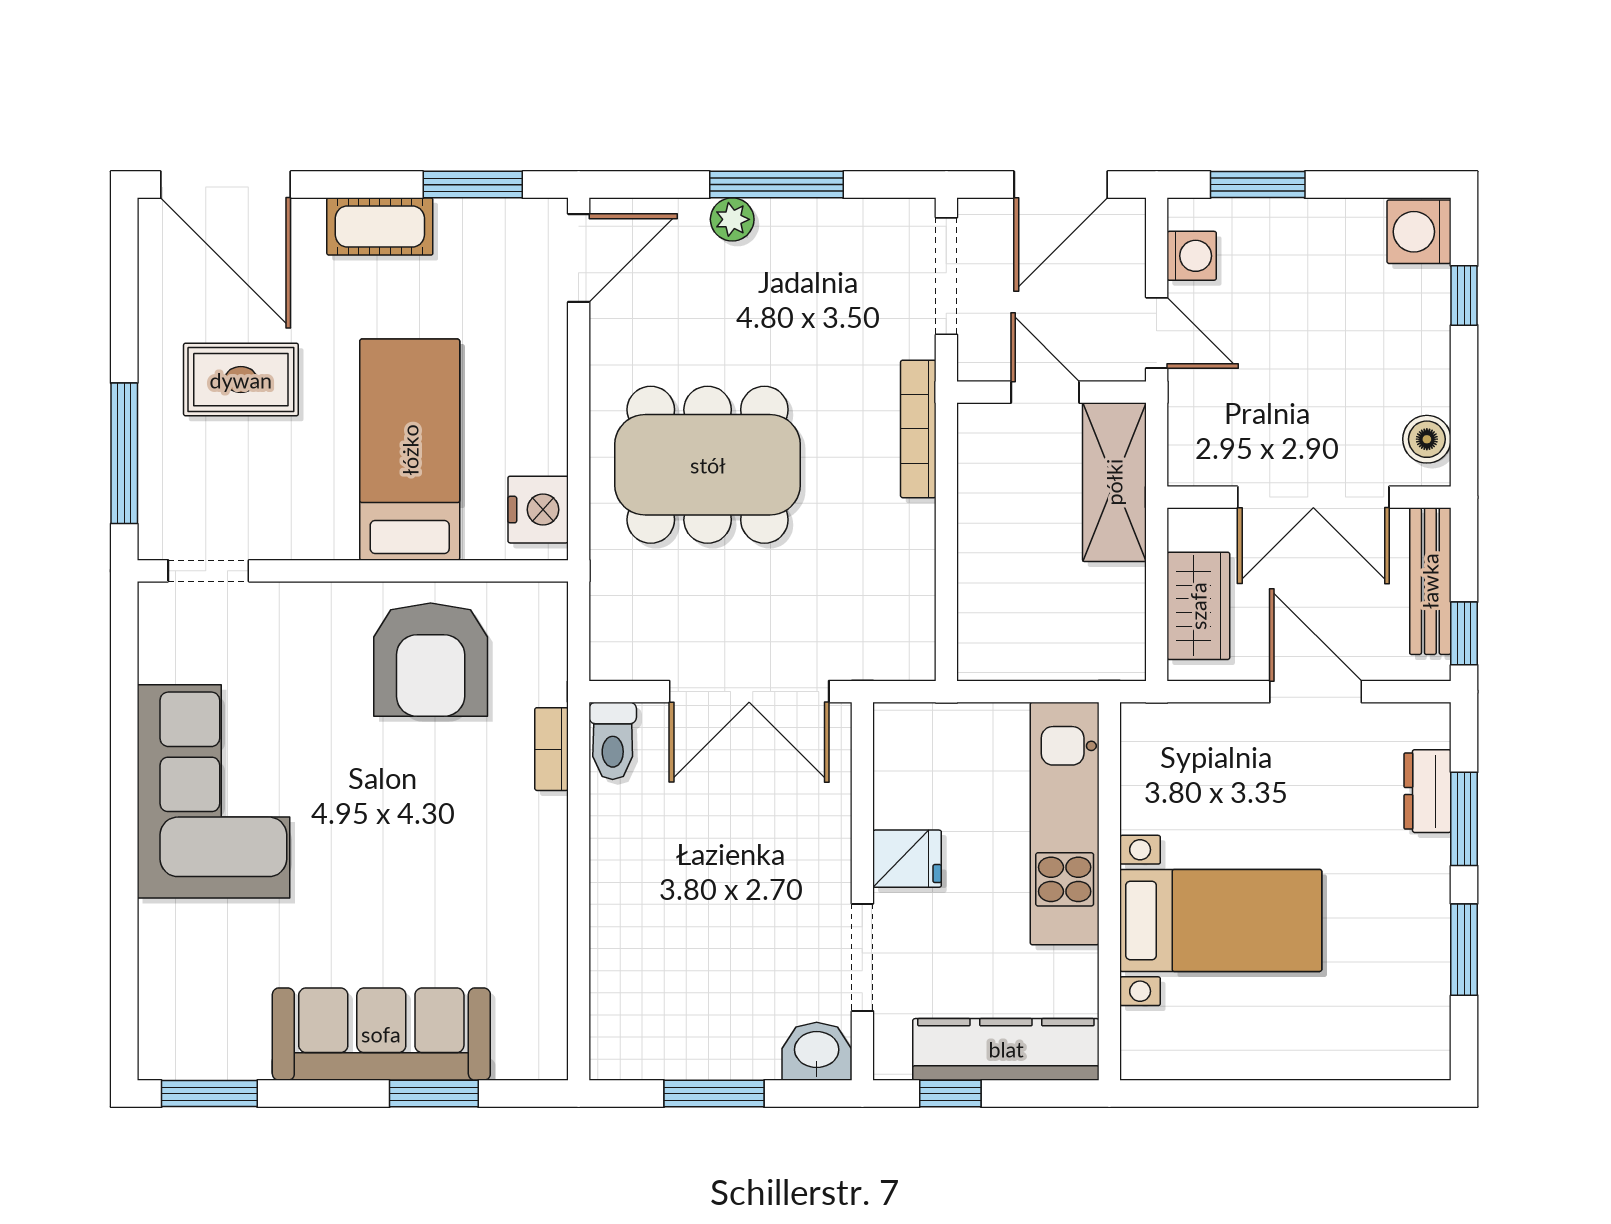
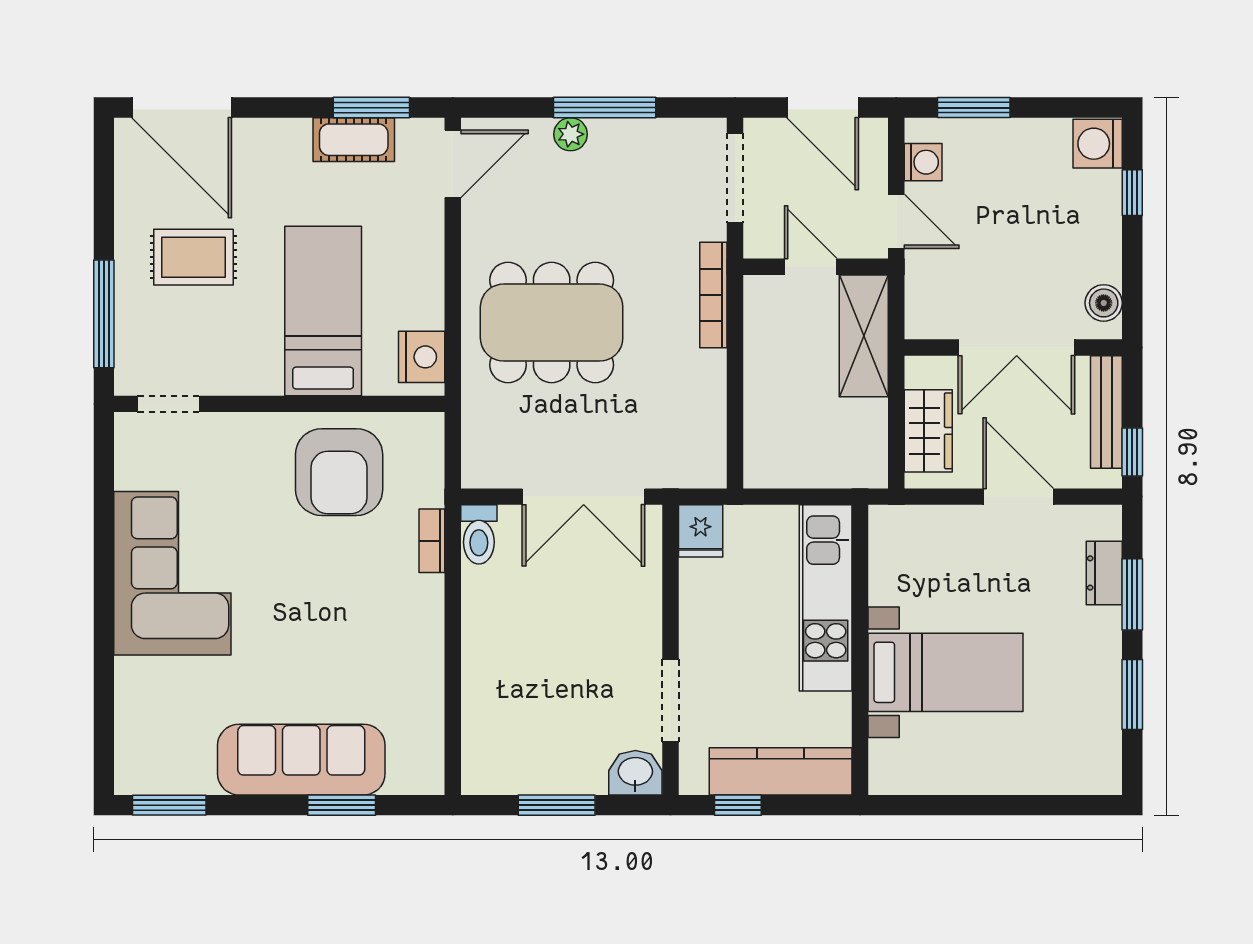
door: (1061, 185) -> (823, 108), hinge flipped
cot: (380, 226) -> (354, 140), moved
fridge: (907, 859) -> (701, 531), moved, turned 90

